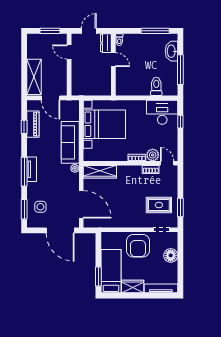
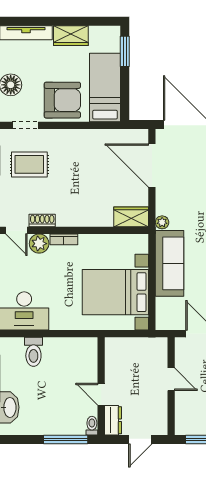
window: (155, 31) -> (66, 439), moved
door: (69, 52) -> (171, 379), moved
wardrobe: (100, 172) -> (131, 217), width x0.67
armchair: (138, 246) -> (62, 100), turned 90
bed: (111, 271) -> (105, 88), moved, turned 180

